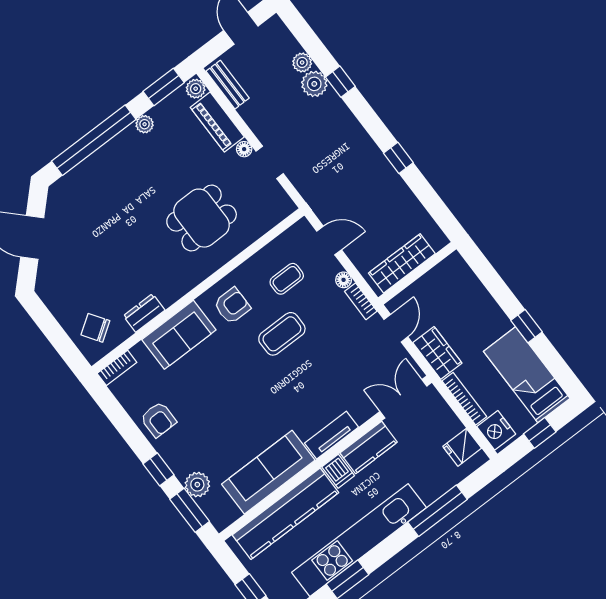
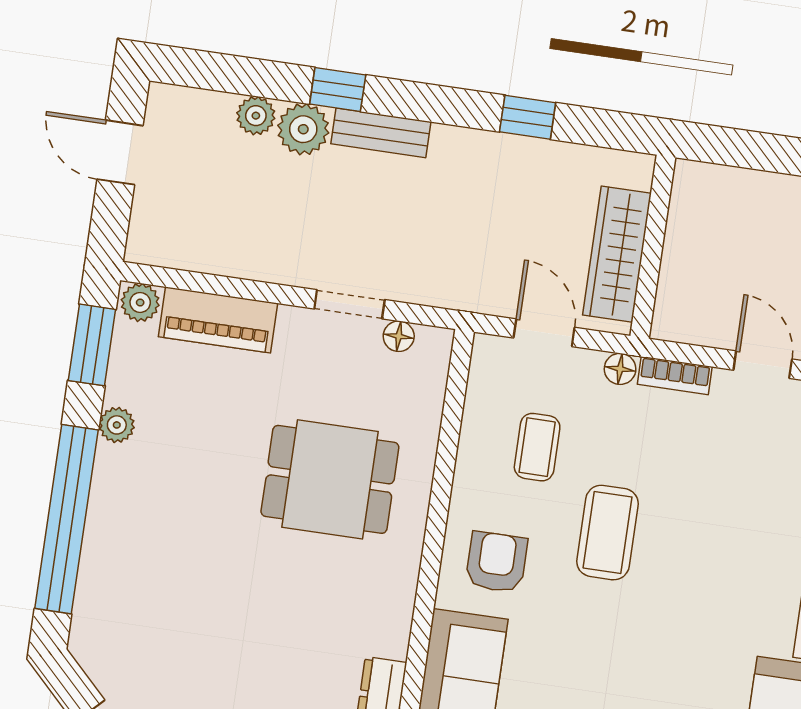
bench: (228, 85) -> (381, 133), moved
floor lamp: (244, 149) -> (399, 336), moved
dining table: (202, 218) -> (330, 479), turned 90
door: (329, 240) -> (544, 333), hinge flipped
wardrobe: (402, 263) -> (617, 254), moved
wall: (417, 273) -> (653, 247), moved

